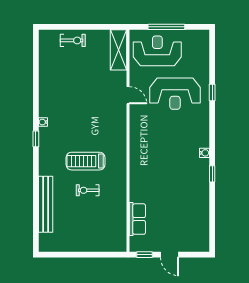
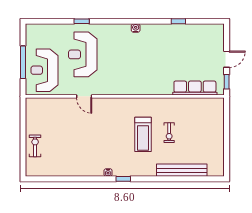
shelving: (119, 50) -> (44, 105), removed
reception desk: (175, 94) -> (83, 54), turned 180
door: (128, 95) -> (84, 96), swing flipped
window: (212, 174) -> (178, 21), moved
row of seats: (137, 219) -> (195, 88), width x1.48

